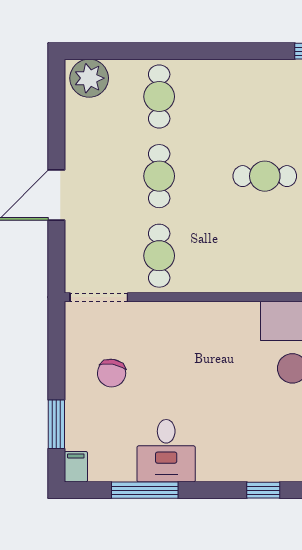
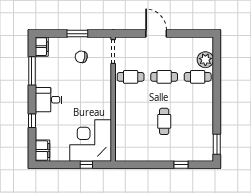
plant: (89, 78) -> (205, 60), moved
window: (56, 424) -> (77, 34), moved
desk: (166, 451) -> (48, 100), moved
filing cabinet: (76, 467) -> (42, 47), width x2.00

